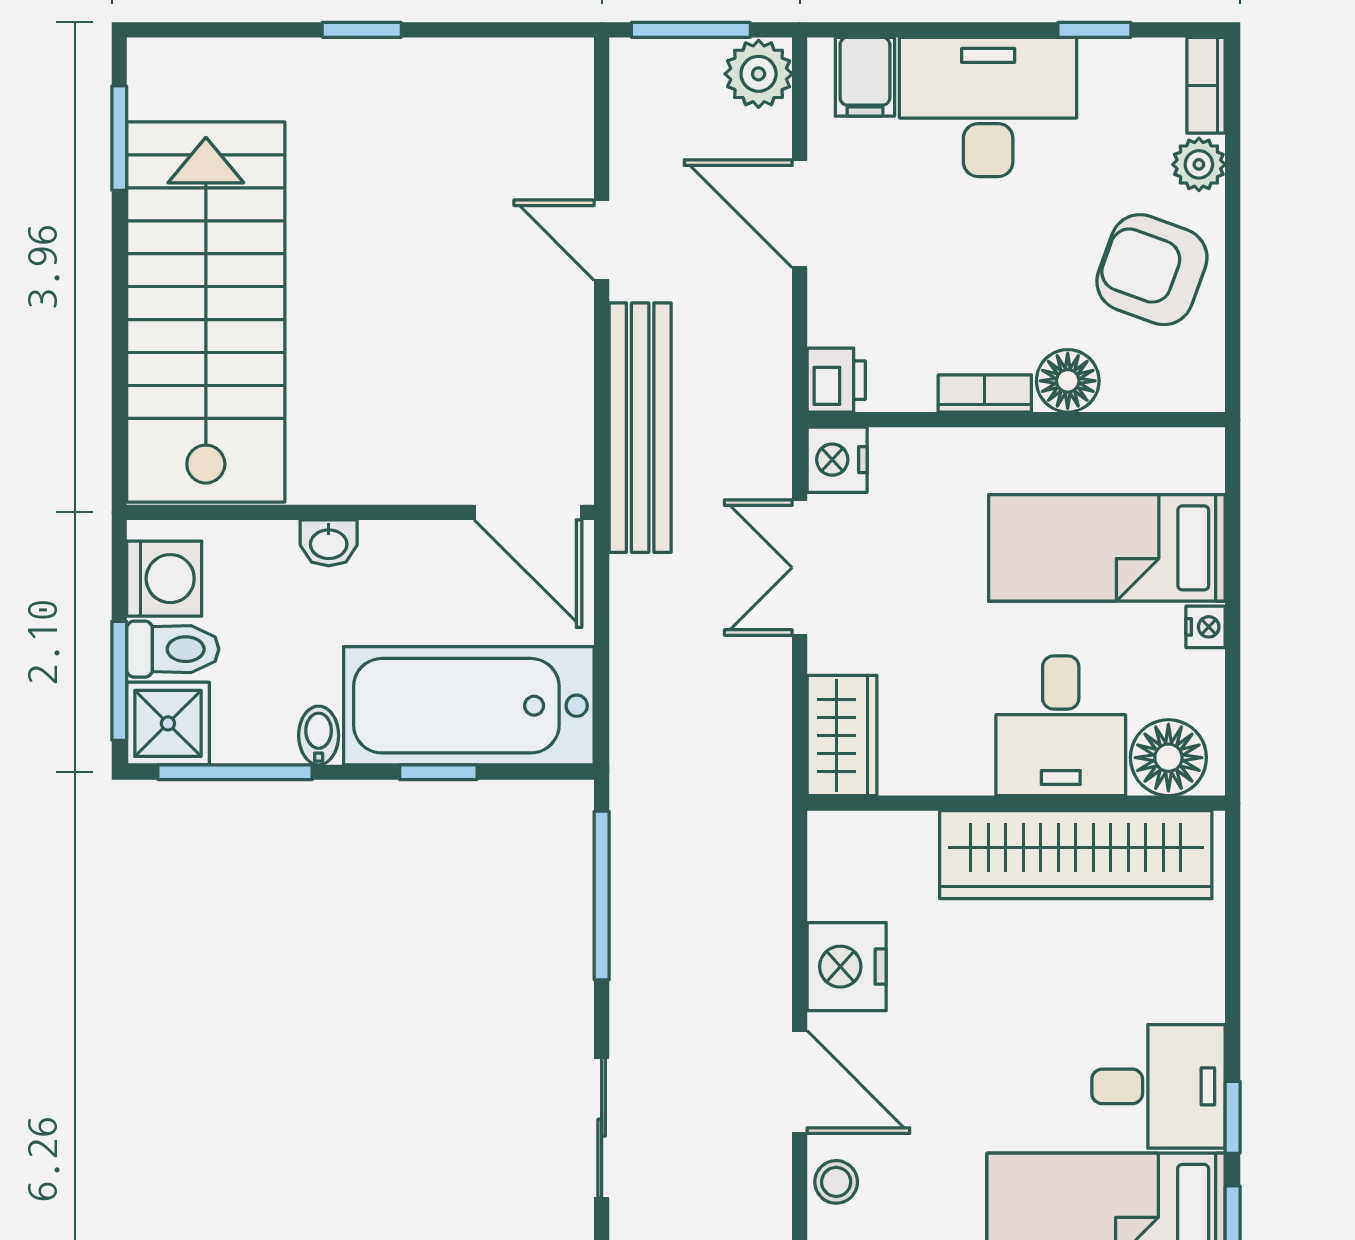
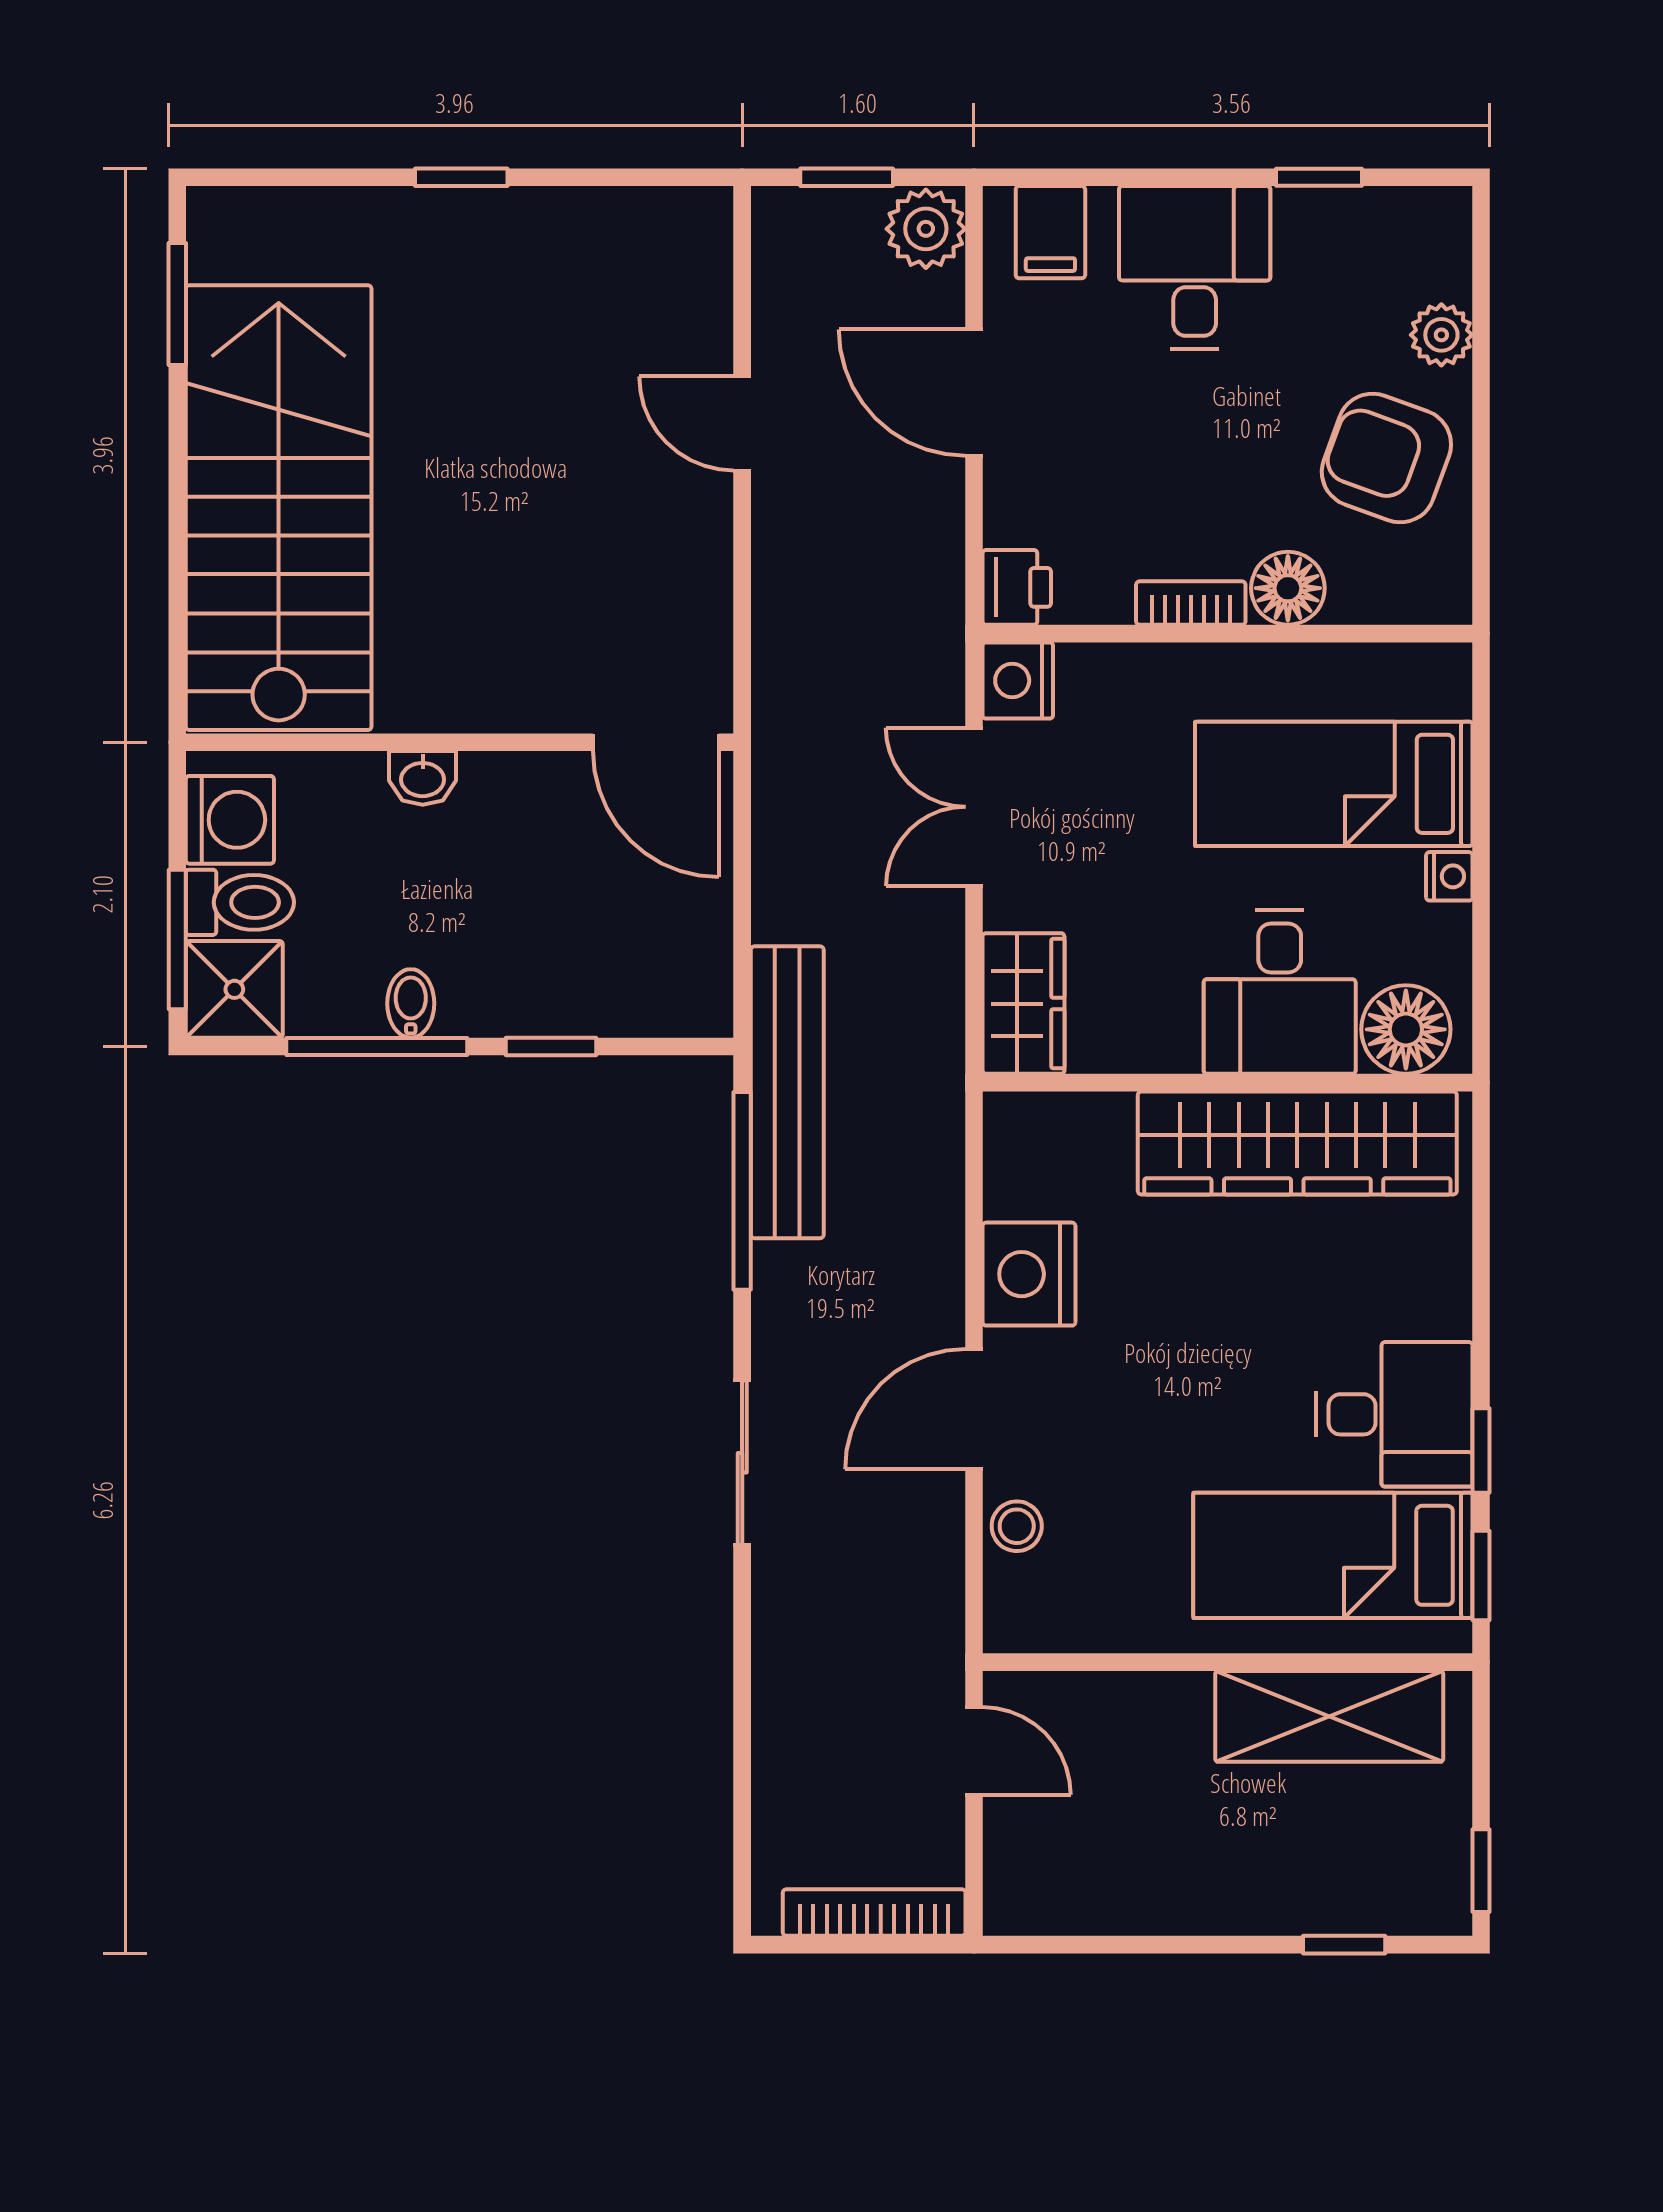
window: (691, 30) -> (847, 177), width x0.67
bookcase: (1206, 85) -> (1450, 242), removed
desk: (988, 107) -> (1195, 267), width x0.73
bench: (640, 428) -> (787, 1092), moved
bathtub: (469, 706) -> (587, 969), removed
window: (235, 772) -> (377, 1046), moved
door: (800, 1082) -> (974, 1409), swing flipped

